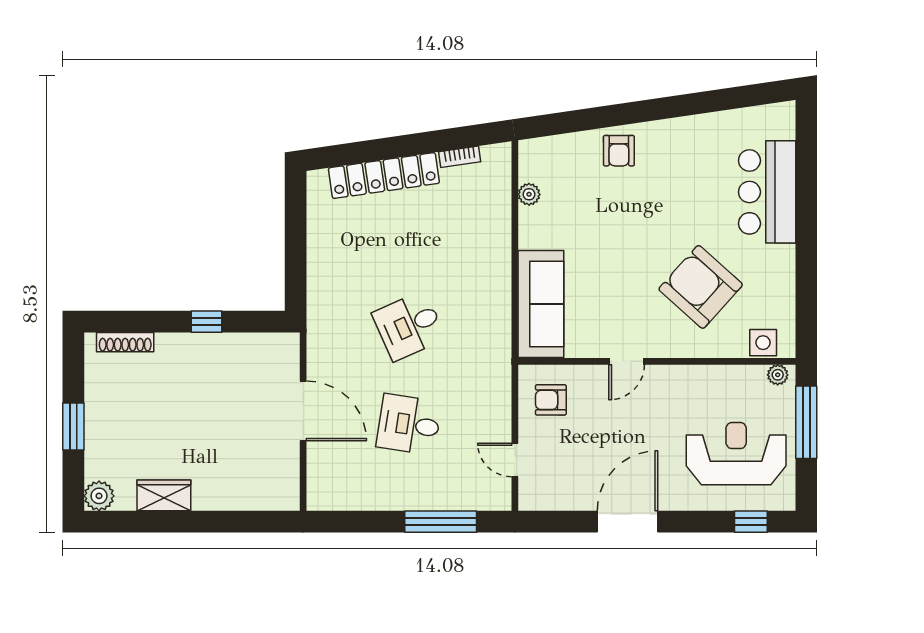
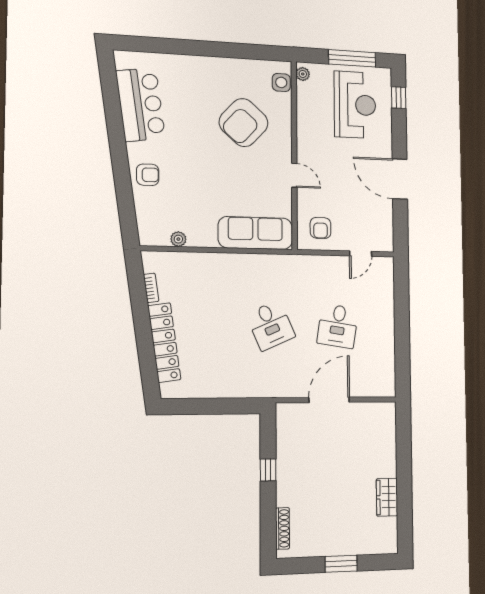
bar counter: (767, 192) -> (140, 105), moved, turned -98
window: (806, 422) -> (352, 58), moved
reception desk: (736, 454) -> (355, 105), turned 180
plant: (99, 496) -> (388, 543), removed
window: (441, 522) -> (402, 305), removed

